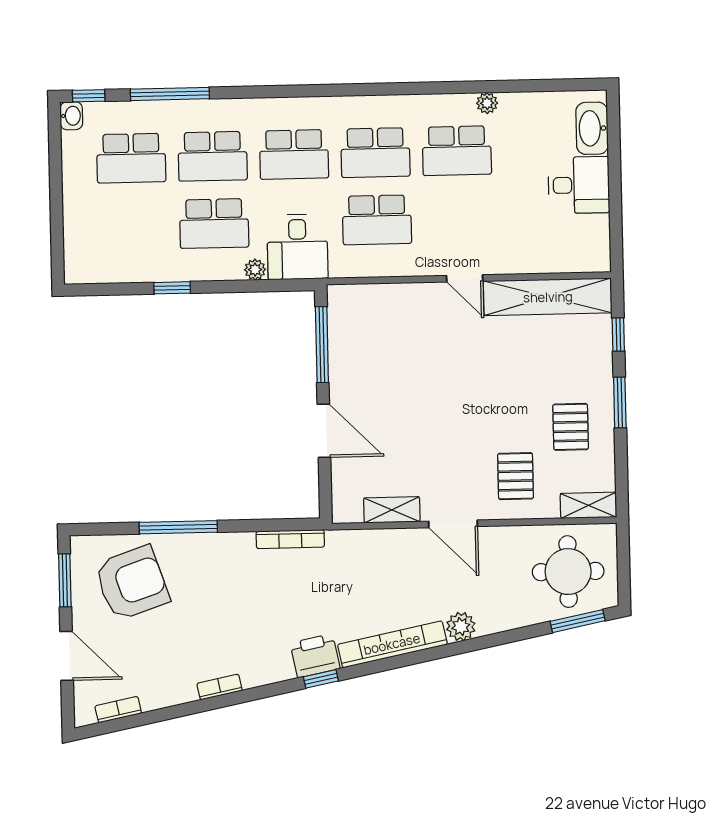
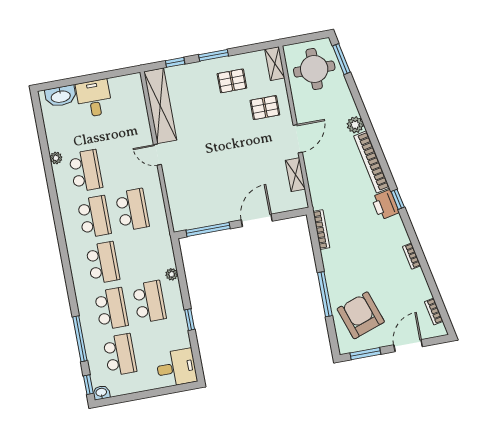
desk: (297, 247) -> (176, 368), moved
door: (465, 278) -> (157, 155), swing flipped

